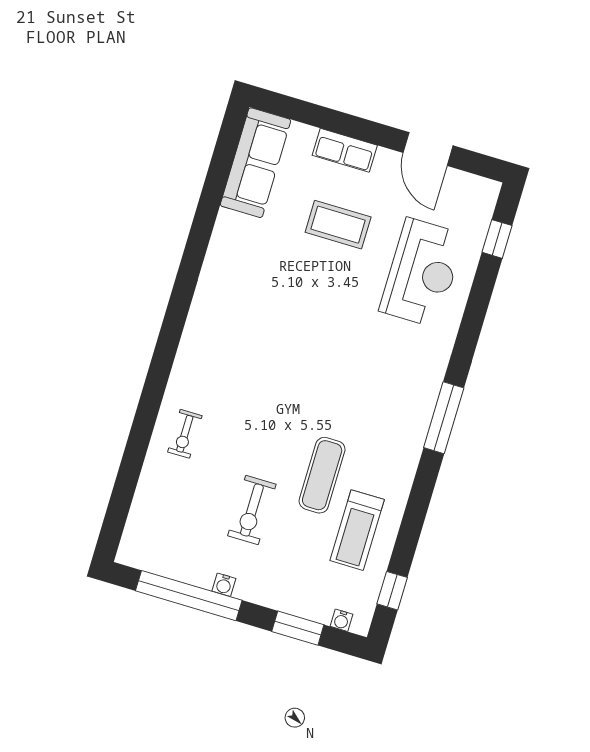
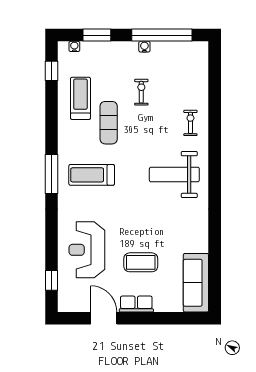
row of seats: (345, 150) -> (136, 304), moved
weight bench: (238, 355) -> (174, 175), added
treadmill: (377, 396) -> (92, 175), added
exercise bike: (252, 510) -> (141, 92), width x0.73, depth x0.72

